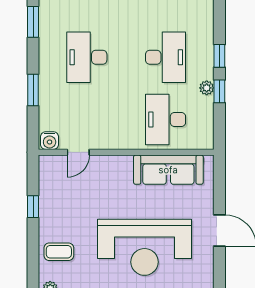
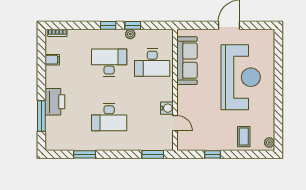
window: (33, 90) -> (153, 154), moved
water cooler: (50, 141) -> (167, 108), moved

